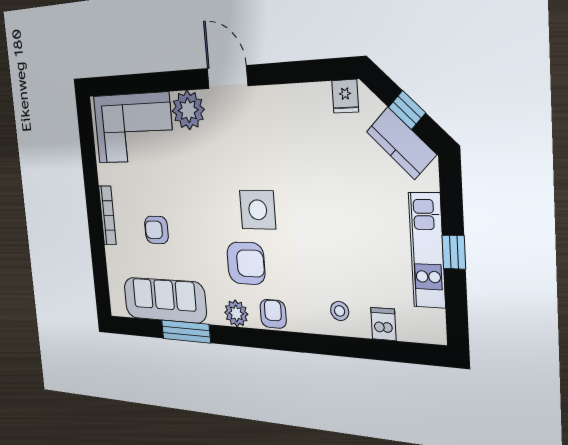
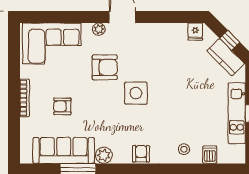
plant: (188, 110) -> (99, 29), width x0.53, depth x0.53
armchair: (246, 263) -> (105, 67), moved
plant: (236, 313) -> (104, 155), moved

